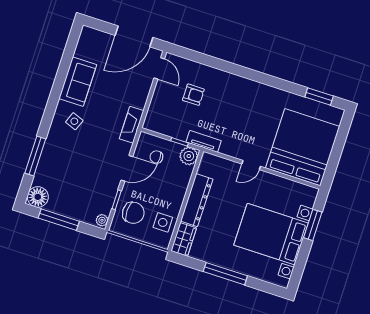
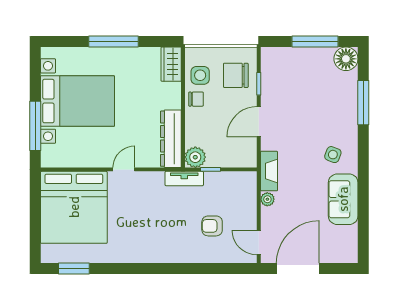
chair: (156, 157) -> (196, 99), moved
dresser: (197, 200) -> (171, 139), moved
plant: (102, 220) -> (267, 199), moved
window: (313, 225) -> (35, 126), width x1.44

